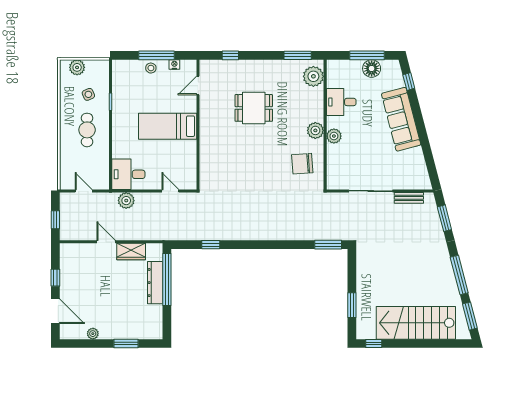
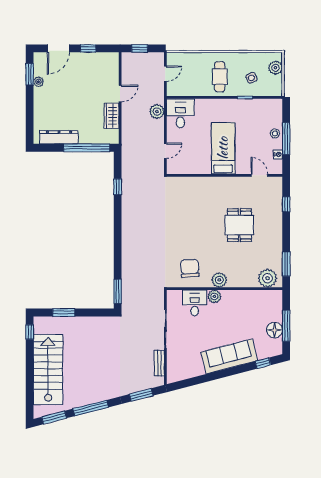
desk: (341, 102) -> (195, 303), moved
cafe table: (87, 130) -> (220, 77), turned 90
dresser: (155, 283) -> (59, 137), moved
window: (126, 343) -> (30, 74), moved

